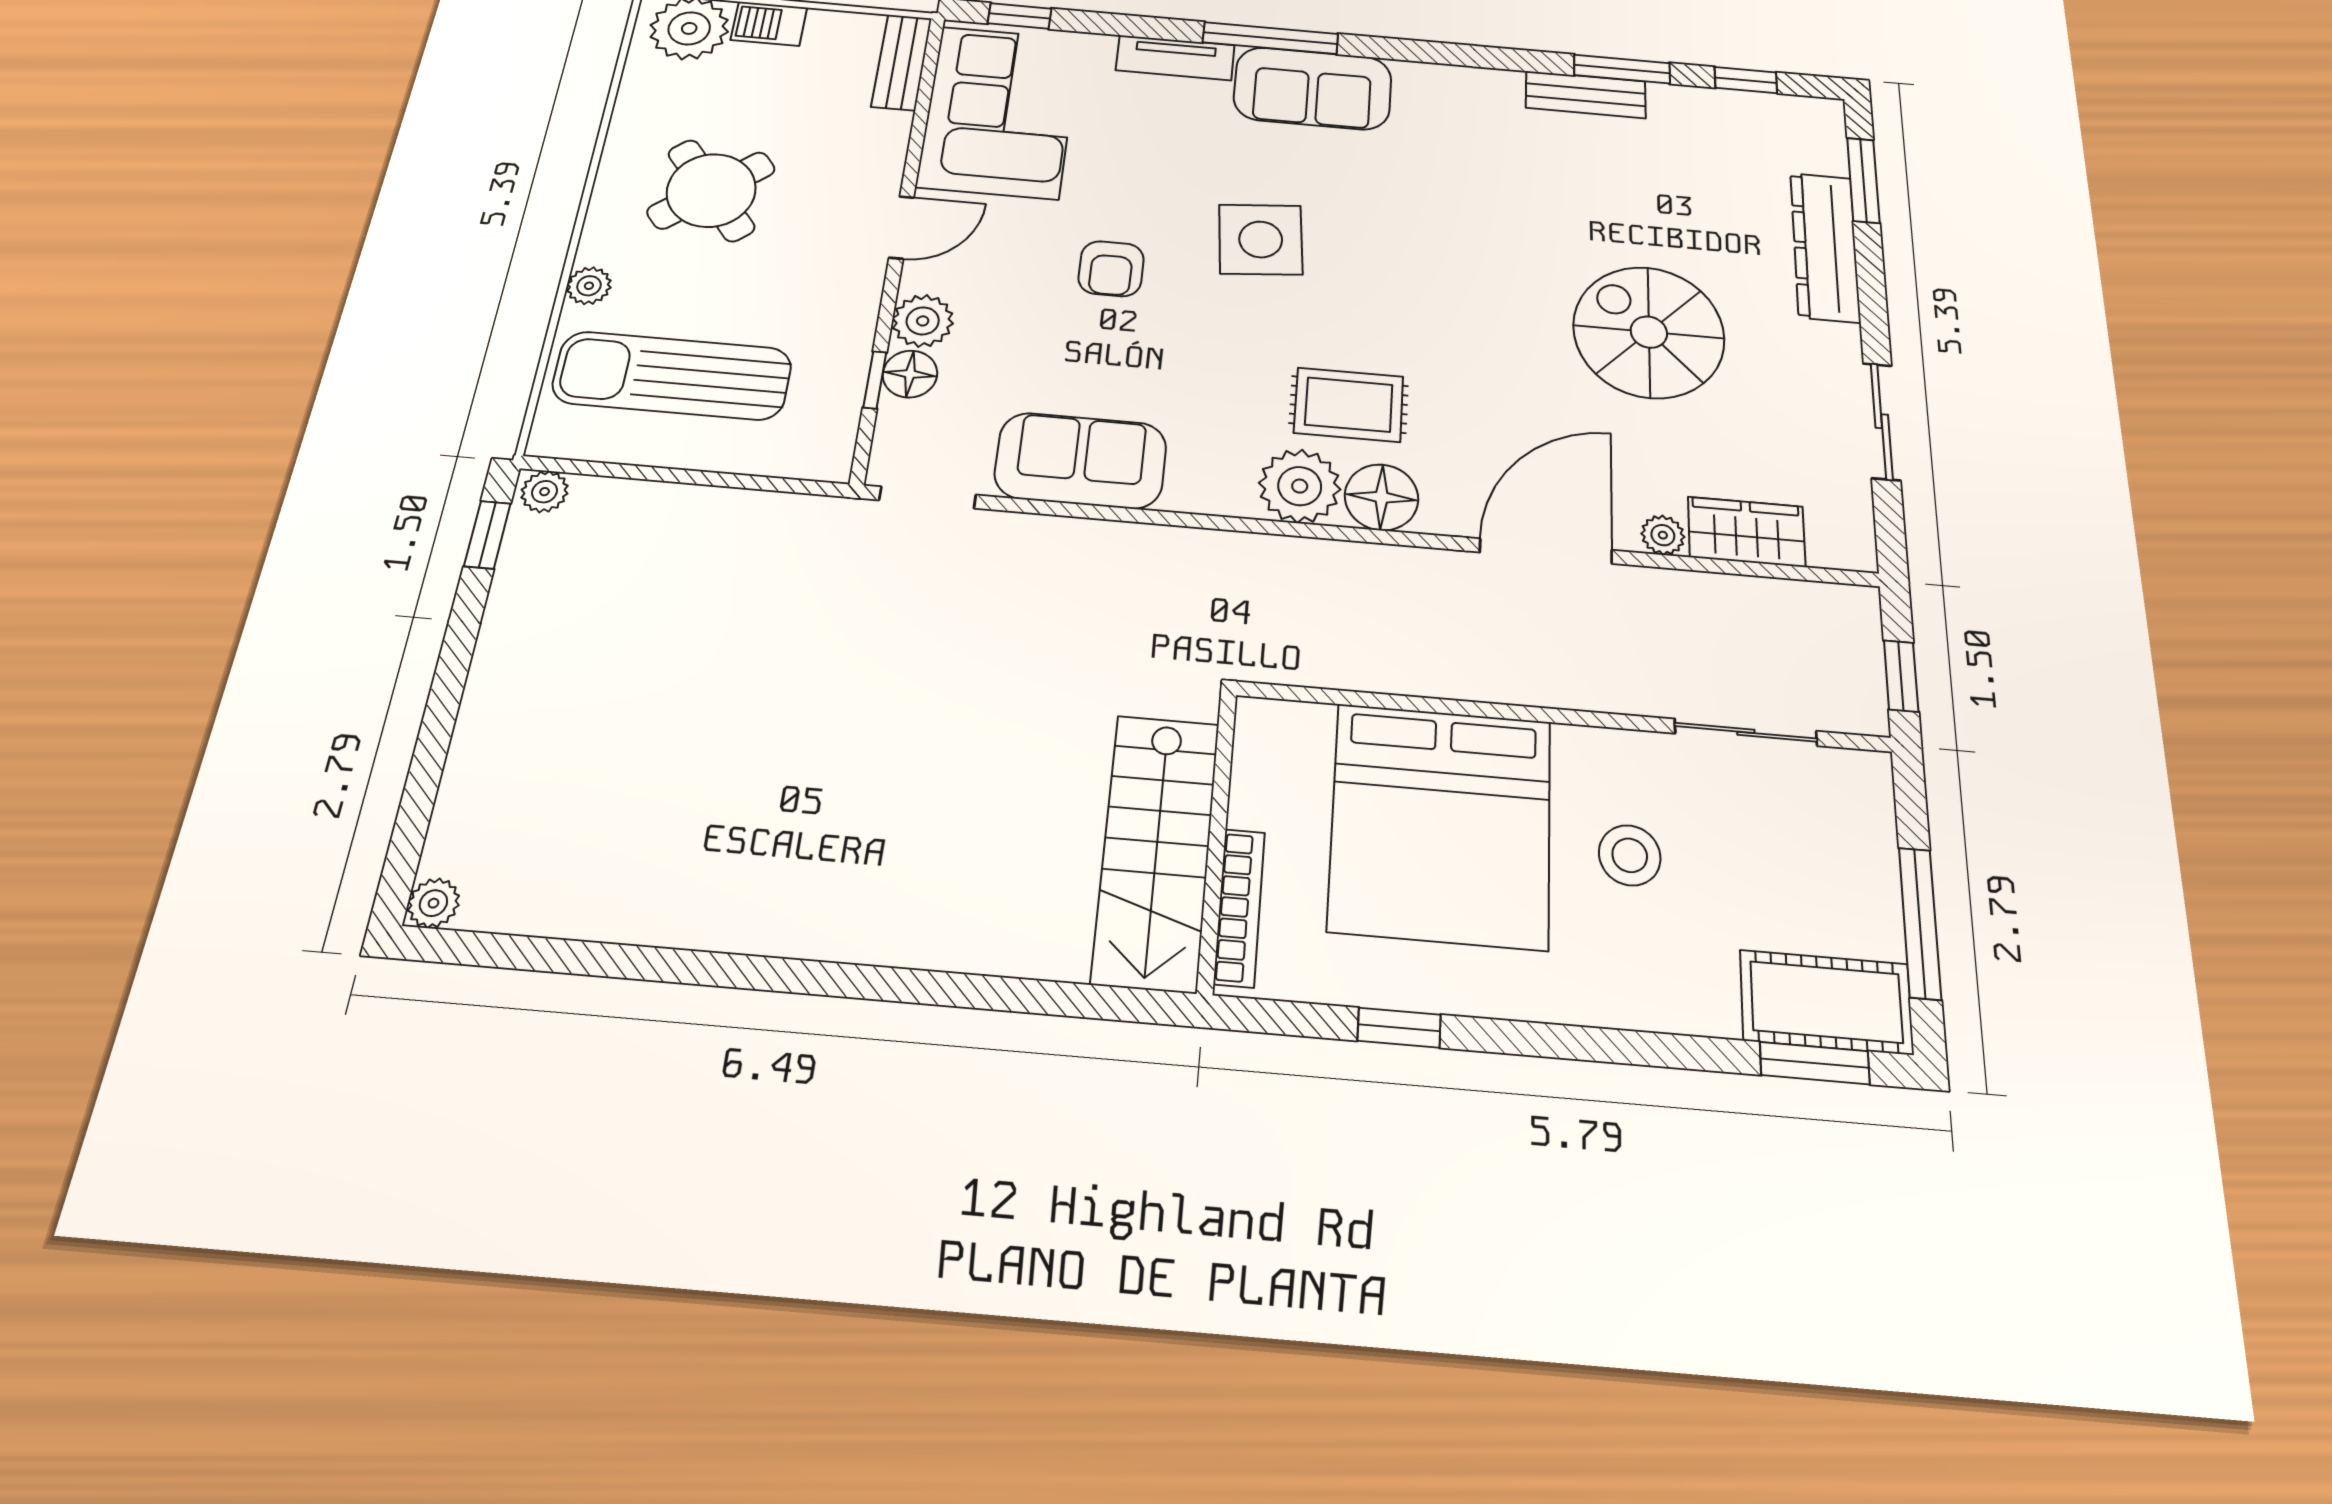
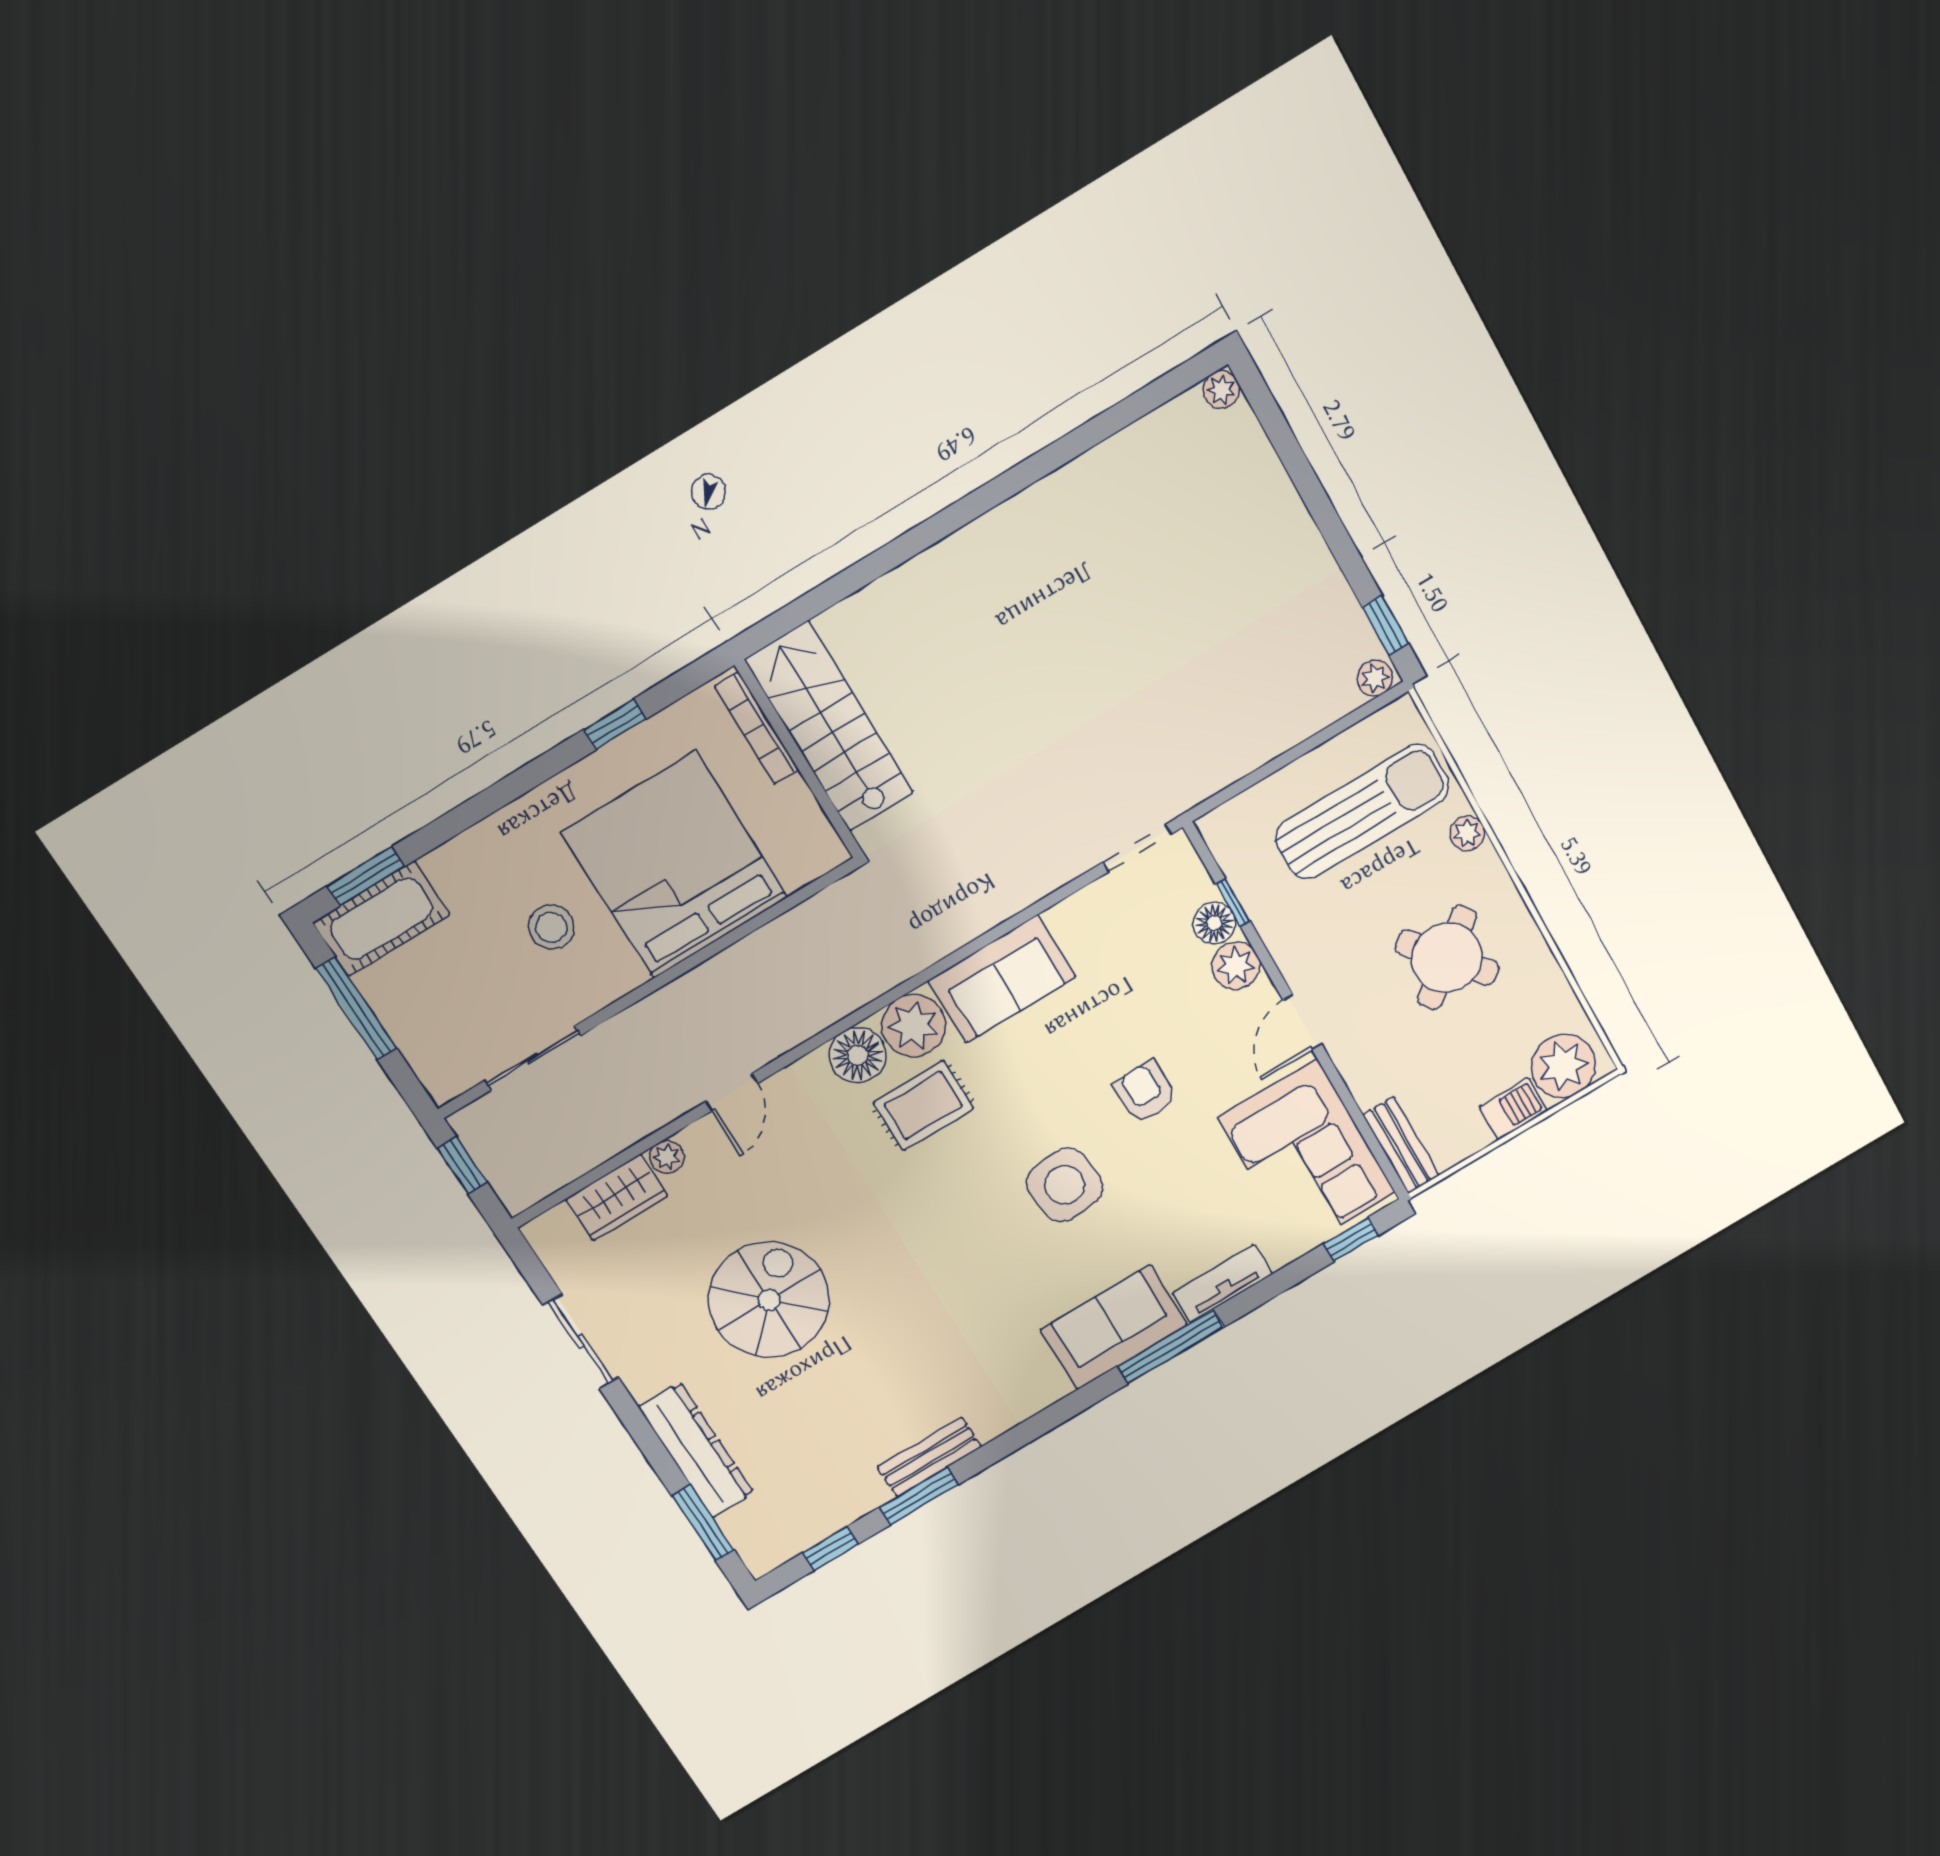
spiral stairs: (1649, 332) -> (769, 1300), turned -90
sofa: (1081, 461) -> (1002, 979), moved
door: (1546, 551) -> (731, 1093), width x0.53

